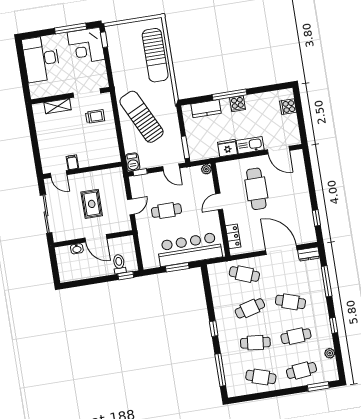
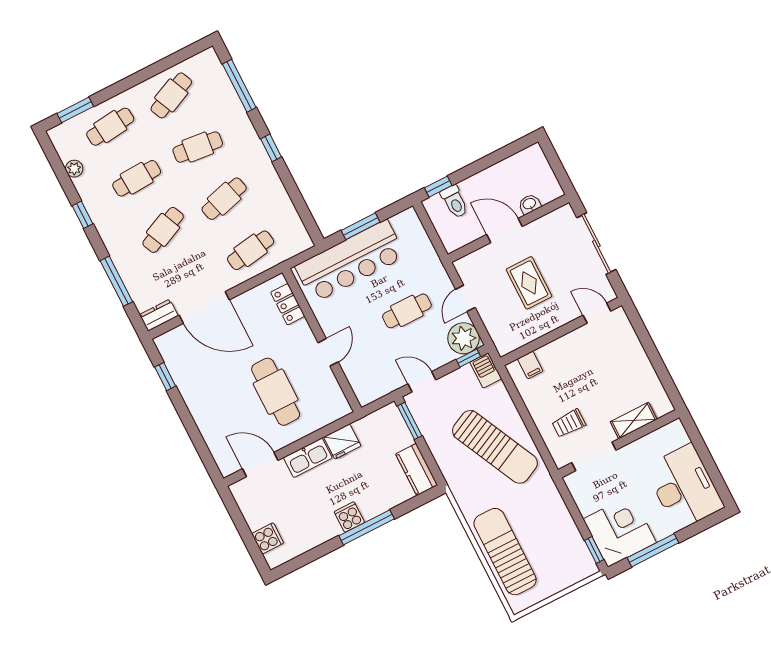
kitchen counter: (206, 109) -> (417, 469), moved, turned -90
filing cabinet: (72, 162) -> (530, 365), moved
plant: (206, 169) -> (464, 338), moved, width x1.88, depth x1.88
cafe table: (244, 274) -> (251, 250), turned -30
cafe table: (290, 302) -> (163, 230), turned -42
cafe table: (261, 377) -> (171, 95), turned -42

